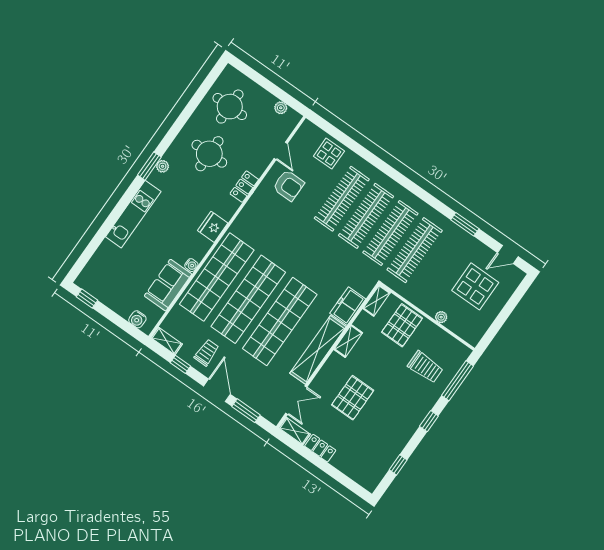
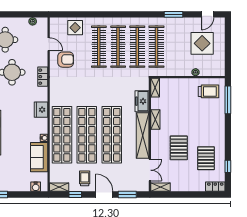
pallet: (402, 325) -> (206, 158), moved
trolley: (425, 367) -> (208, 91), moved
window: (429, 421) -> (228, 132), removed
locker: (320, 448) -> (215, 187), moved

